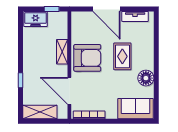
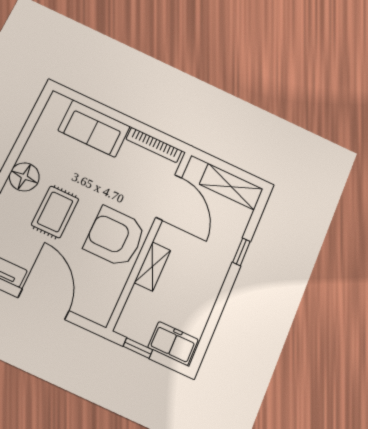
floor lamp: (146, 78) -> (24, 177), moved
sofa: (135, 109) -> (94, 128), moved

